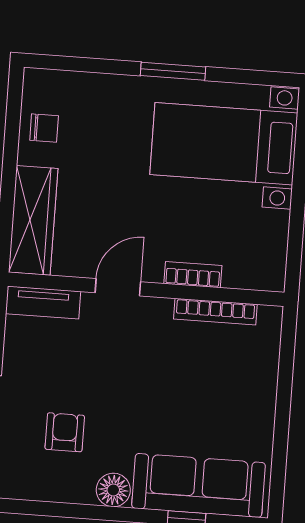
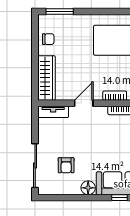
window: (173, 71) -> (60, 12), moved
armchair: (65, 432) -> (66, 165), turned 180

